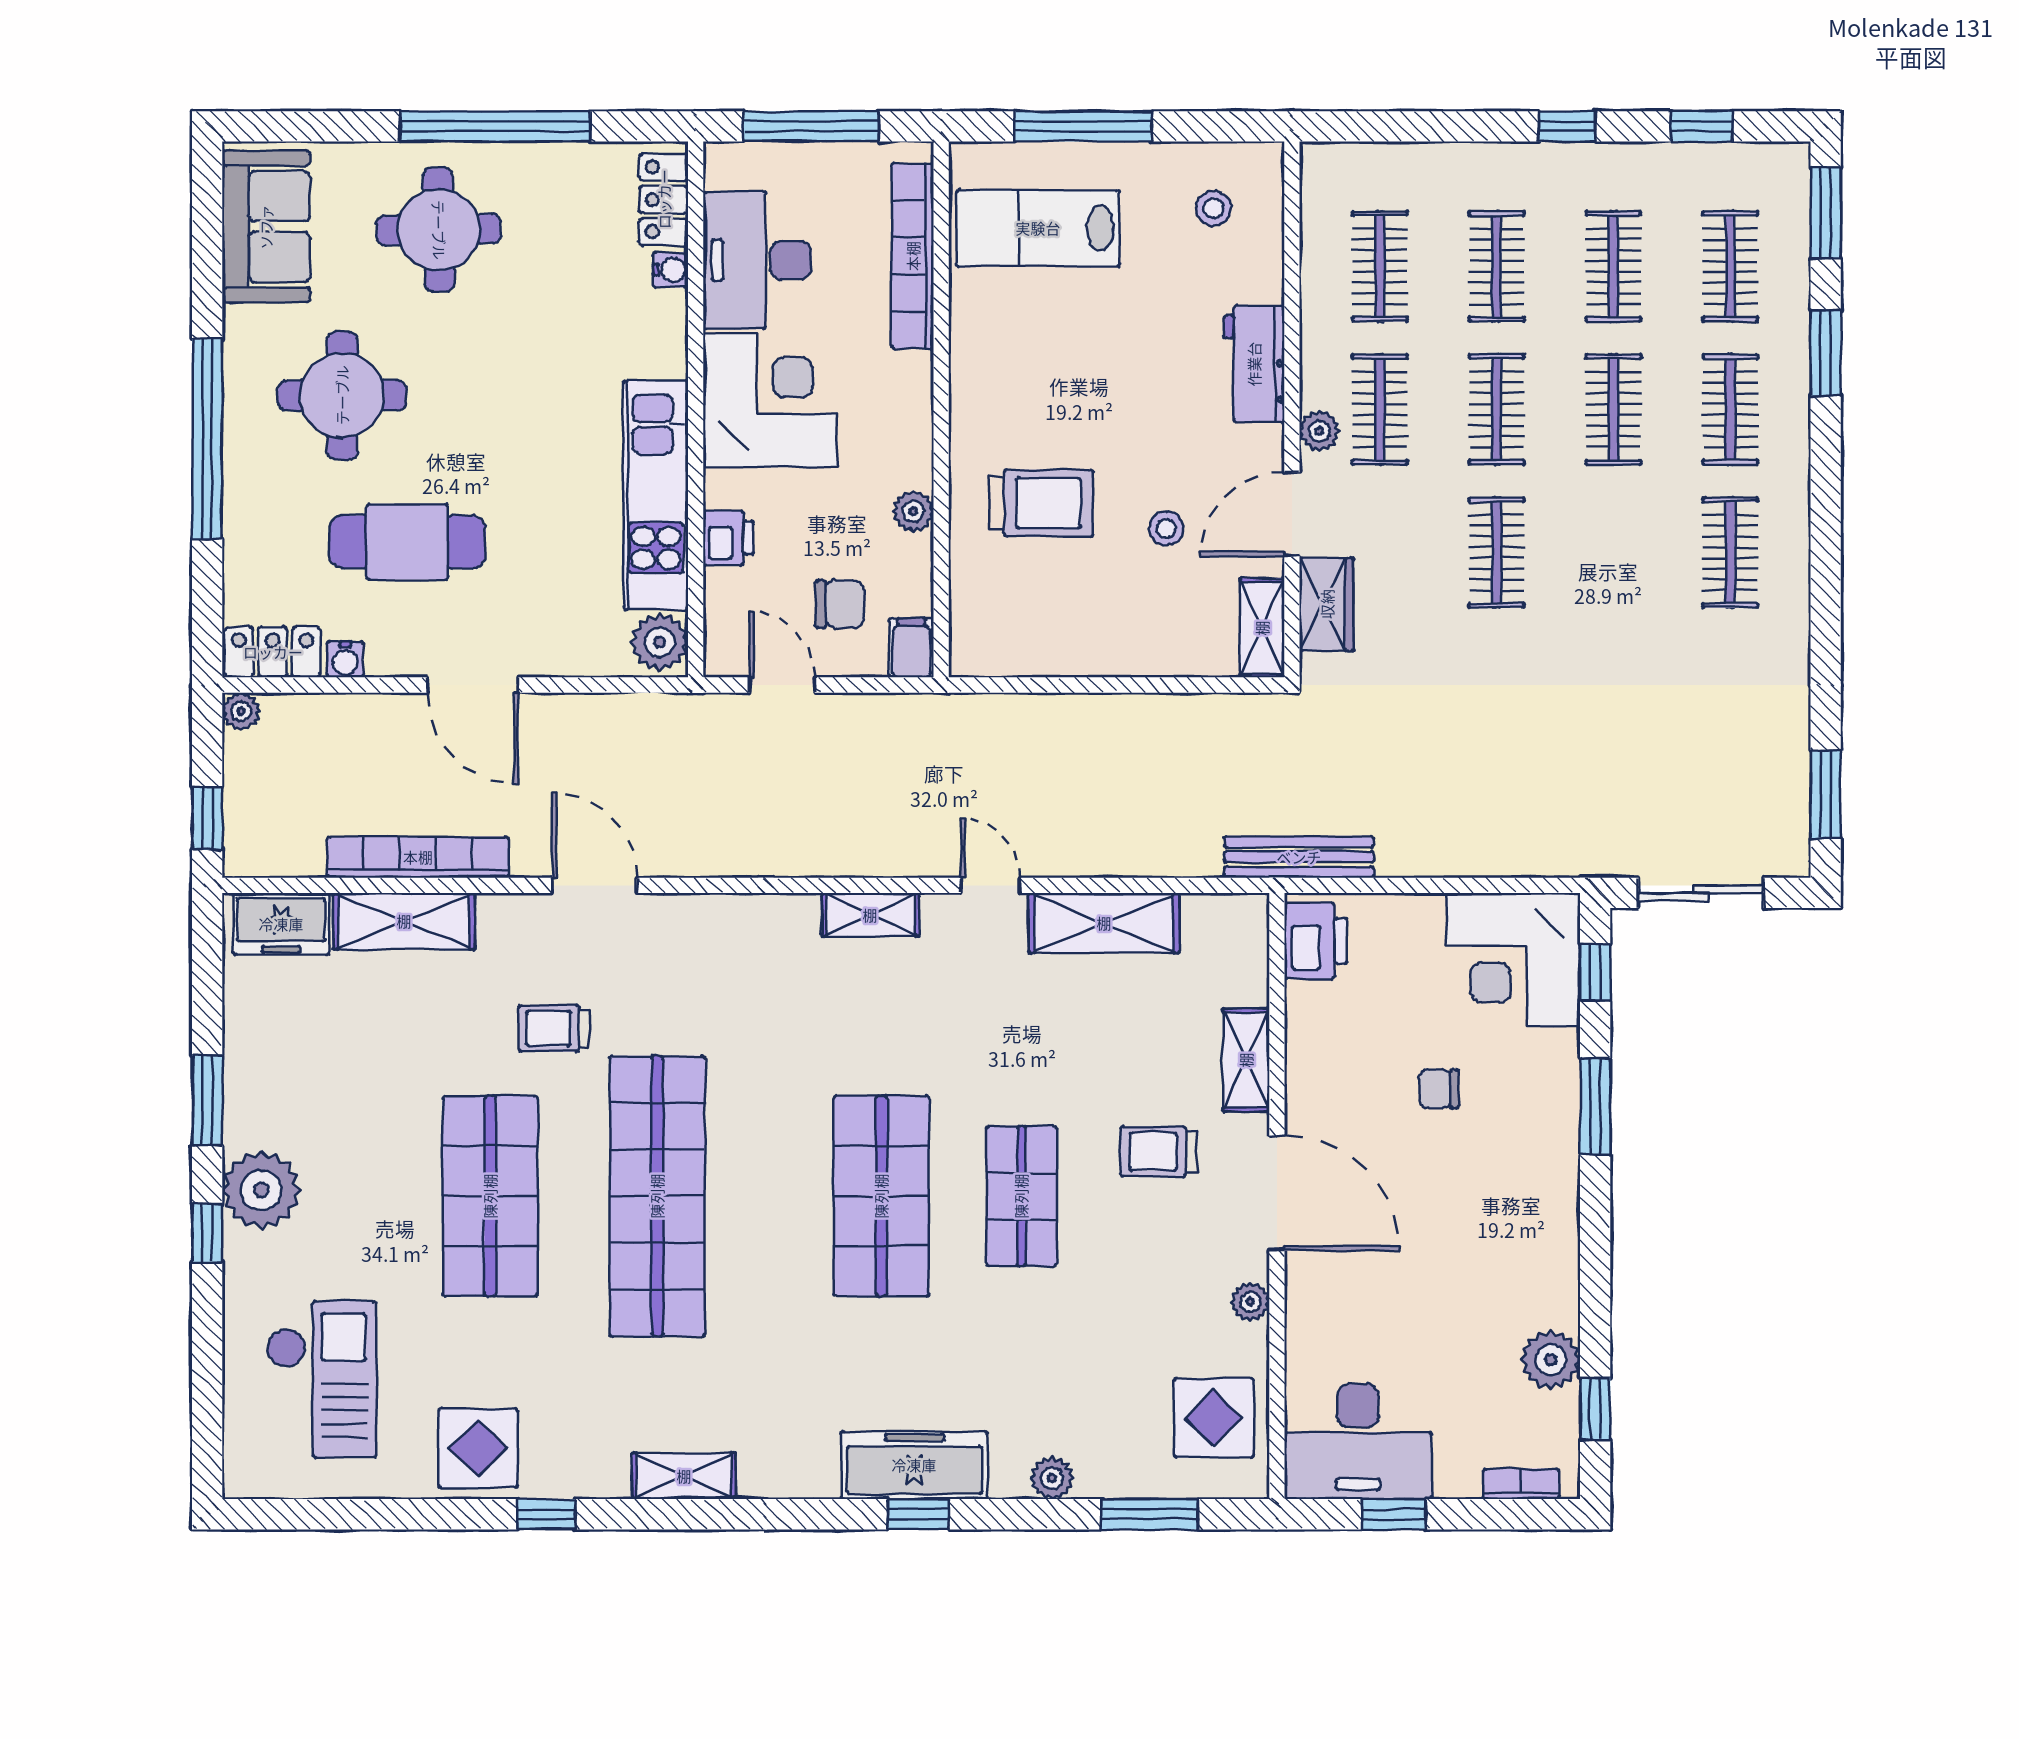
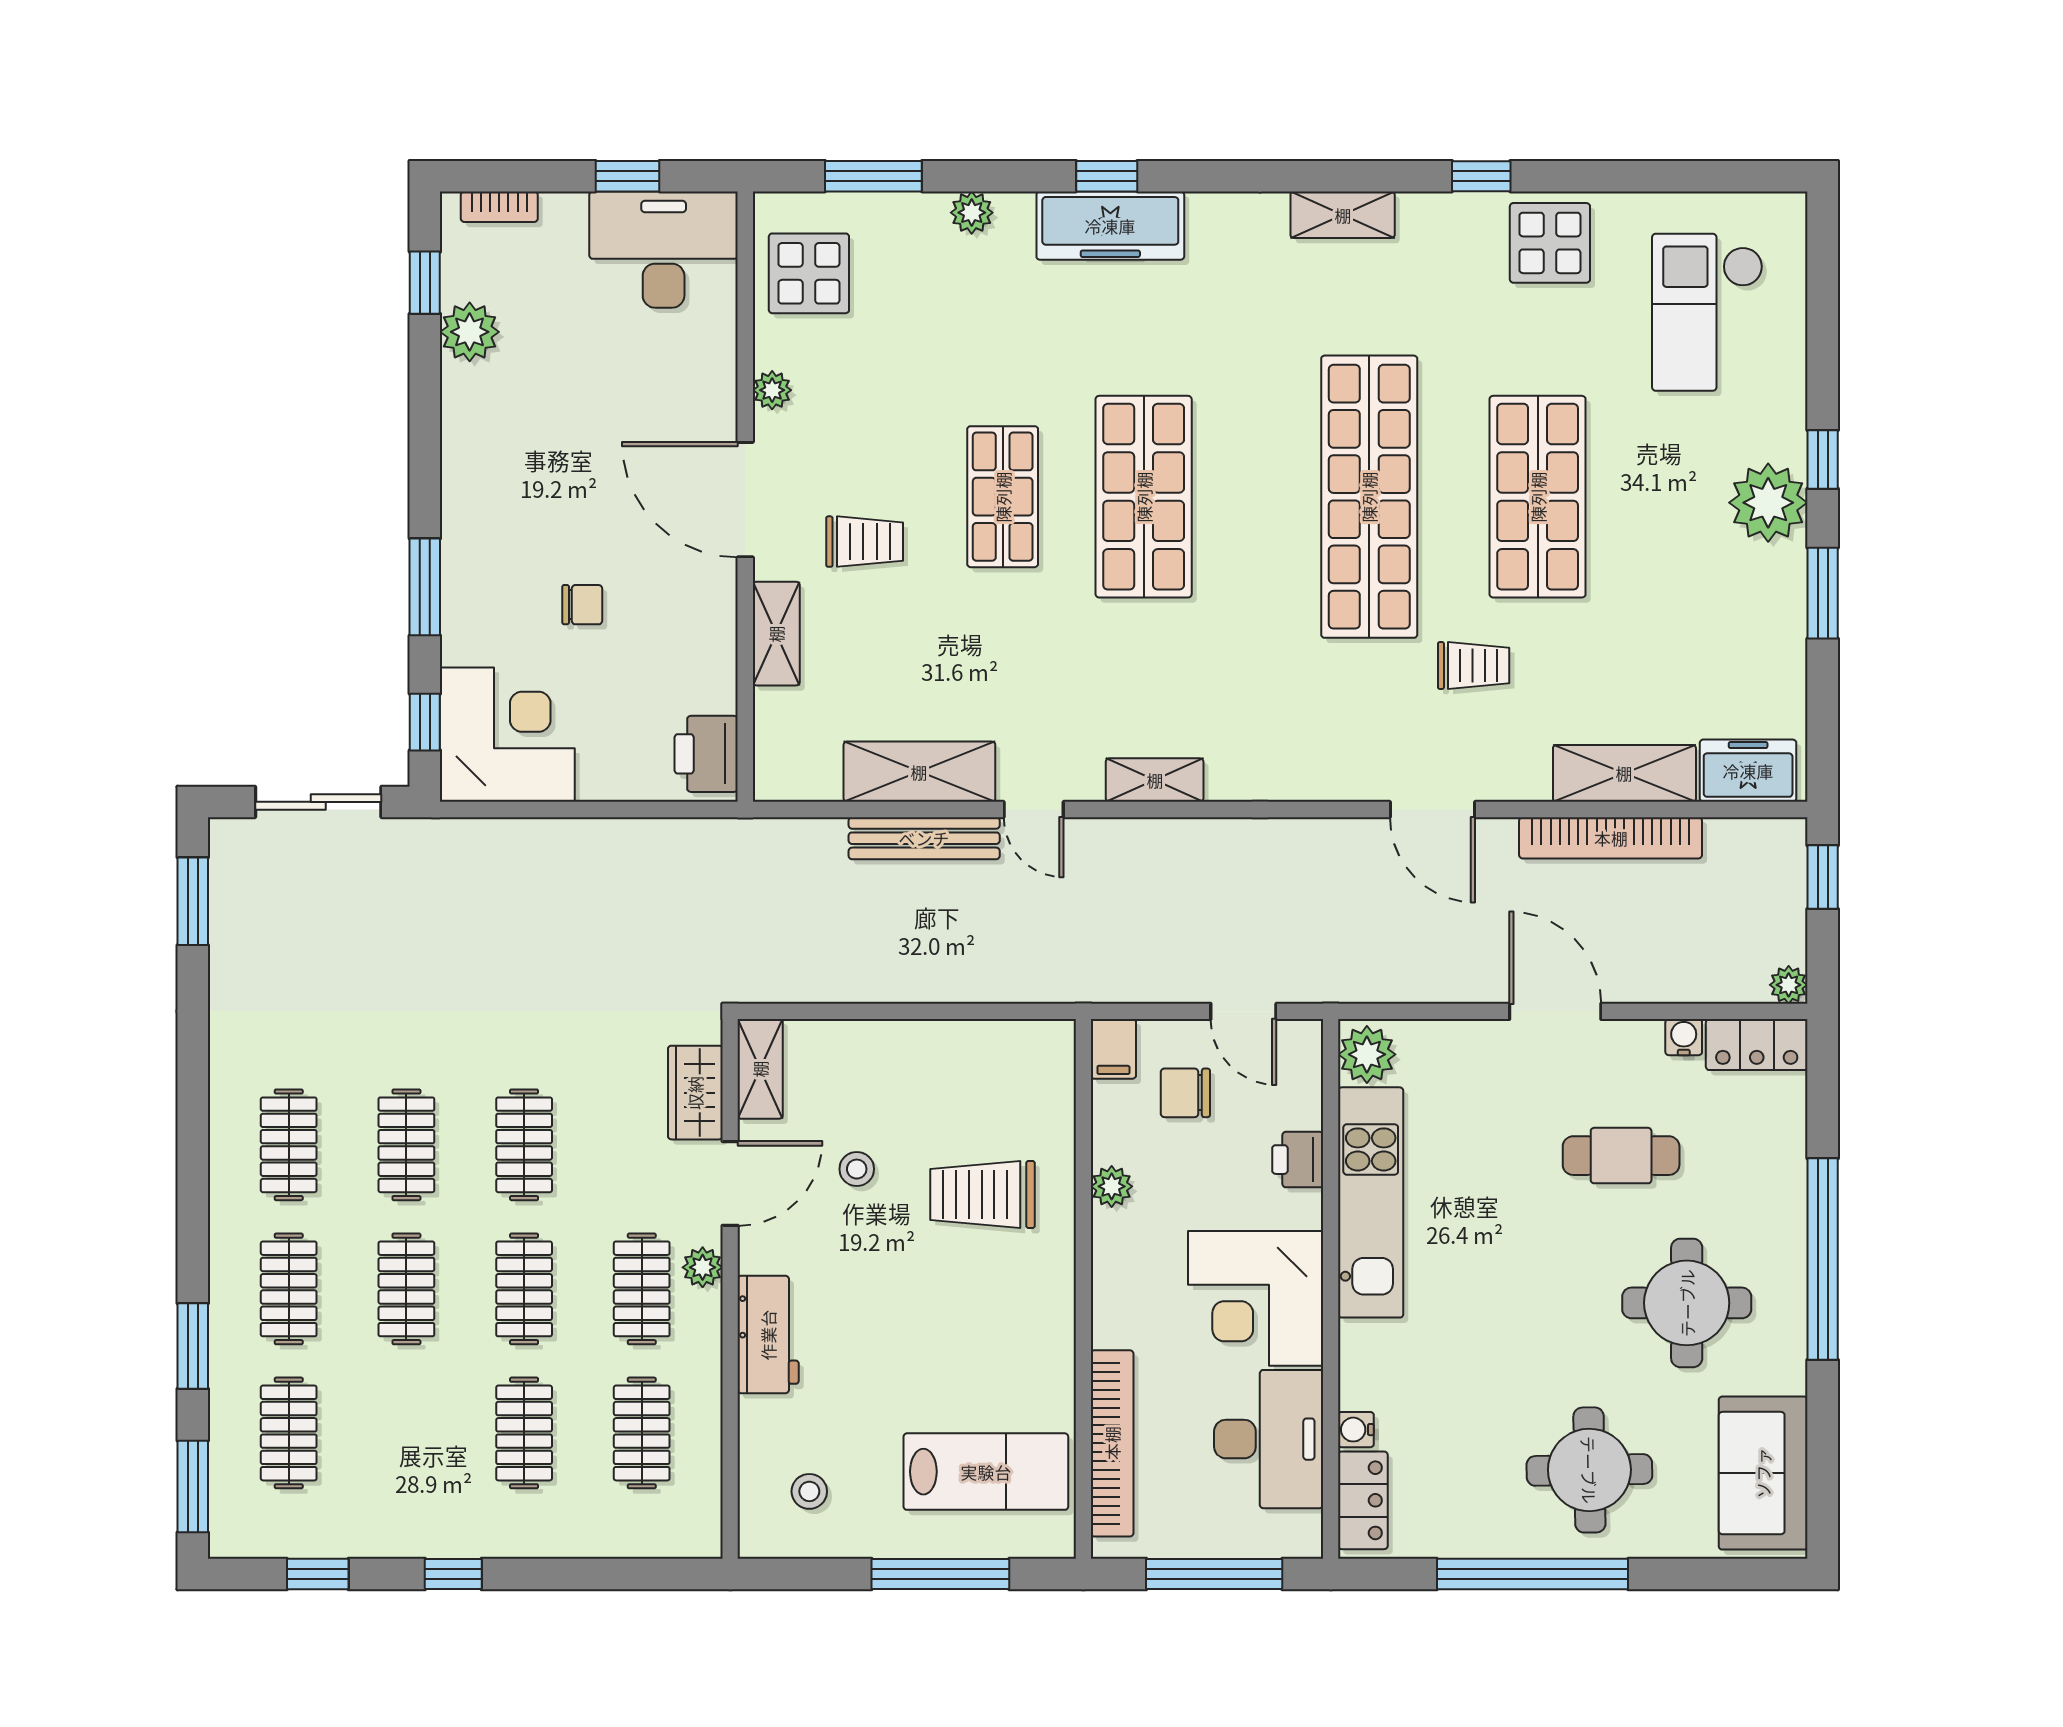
clothes rail: (1613, 266) -> (406, 1145), moved
cafe table: (407, 542) -> (1621, 1156), width x0.73, depth x0.74
bench: (1299, 857) -> (924, 838), moved

